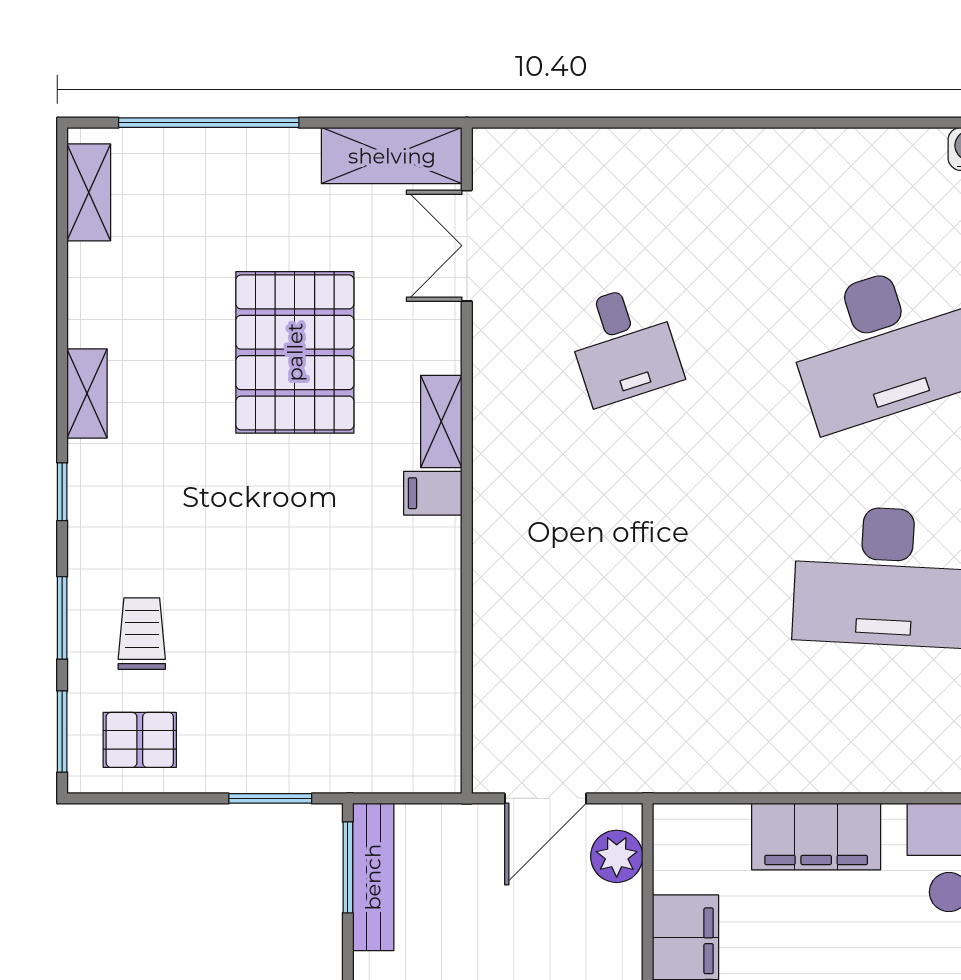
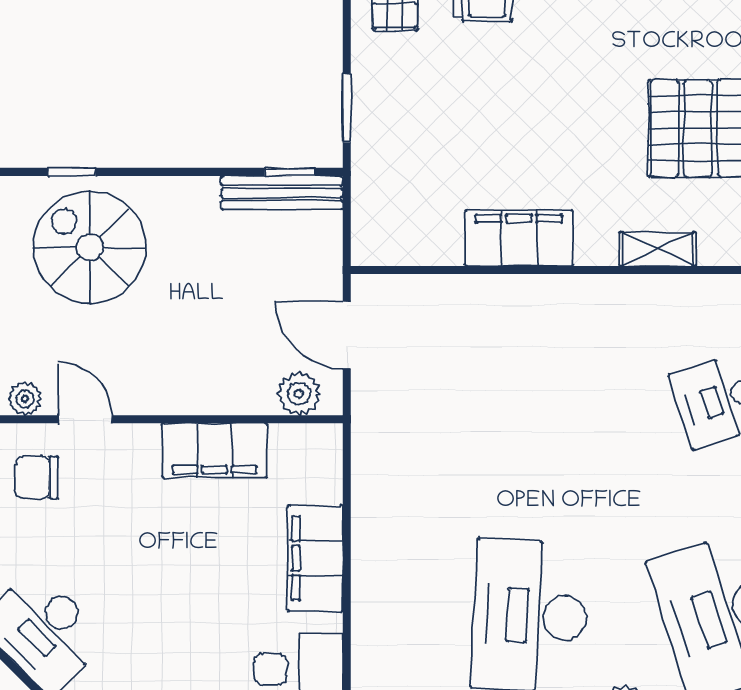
filing cabinet: (433, 493) -> (519, 238), moved, width x3.00, depth x1.17
window: (348, 867) -> (290, 172), width x0.67

